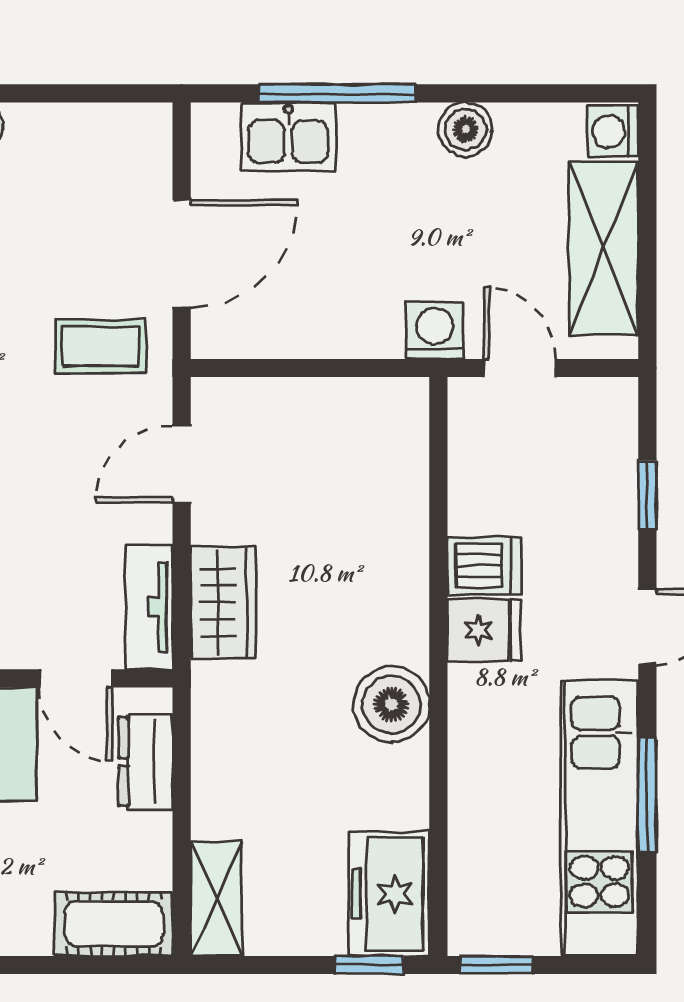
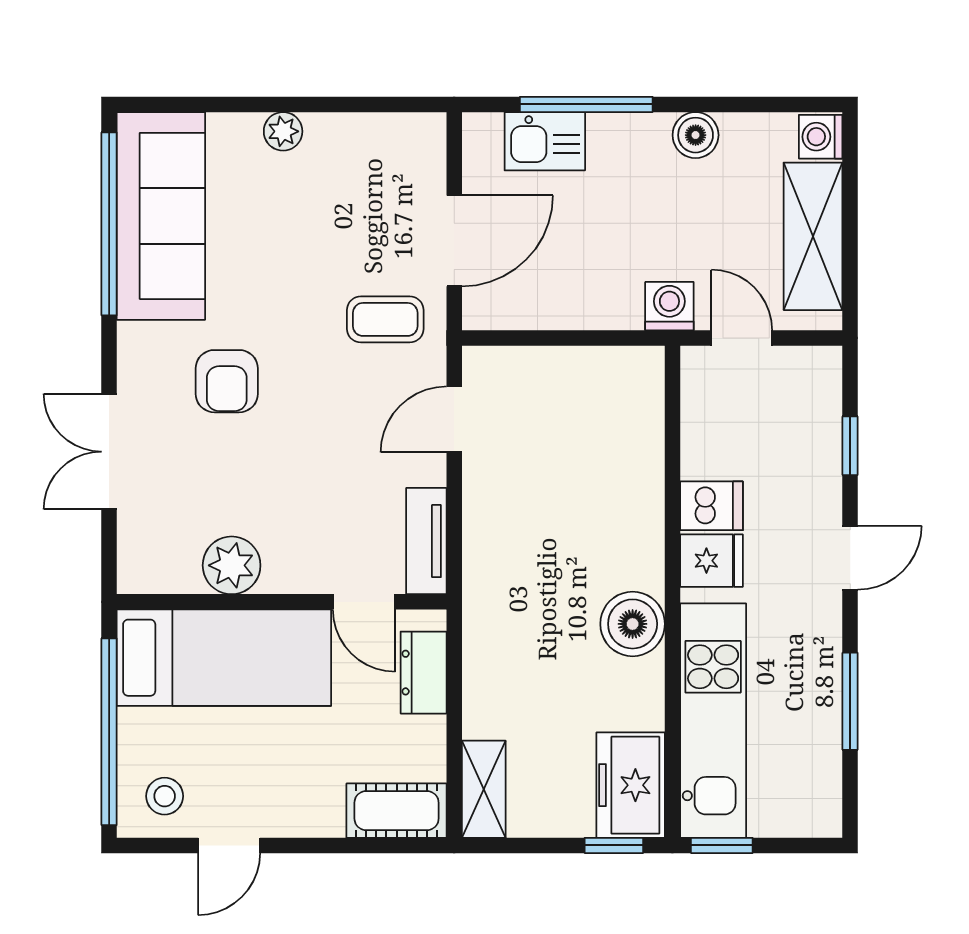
wardrobe: (223, 602) -> (490, 537), removed
kitchen unit: (599, 818) -> (713, 721), moved, turned 180

